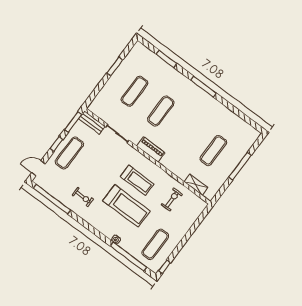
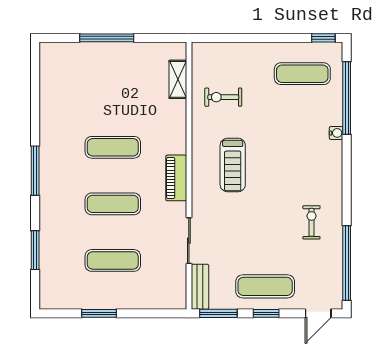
exercise mat: (213, 150) -> (113, 147), moved
door: (38, 168) -> (318, 313), hinge flipped
treadmill: (137, 180) -> (233, 165), turned 180
treadmill: (127, 206) -> (279, 153), removed

